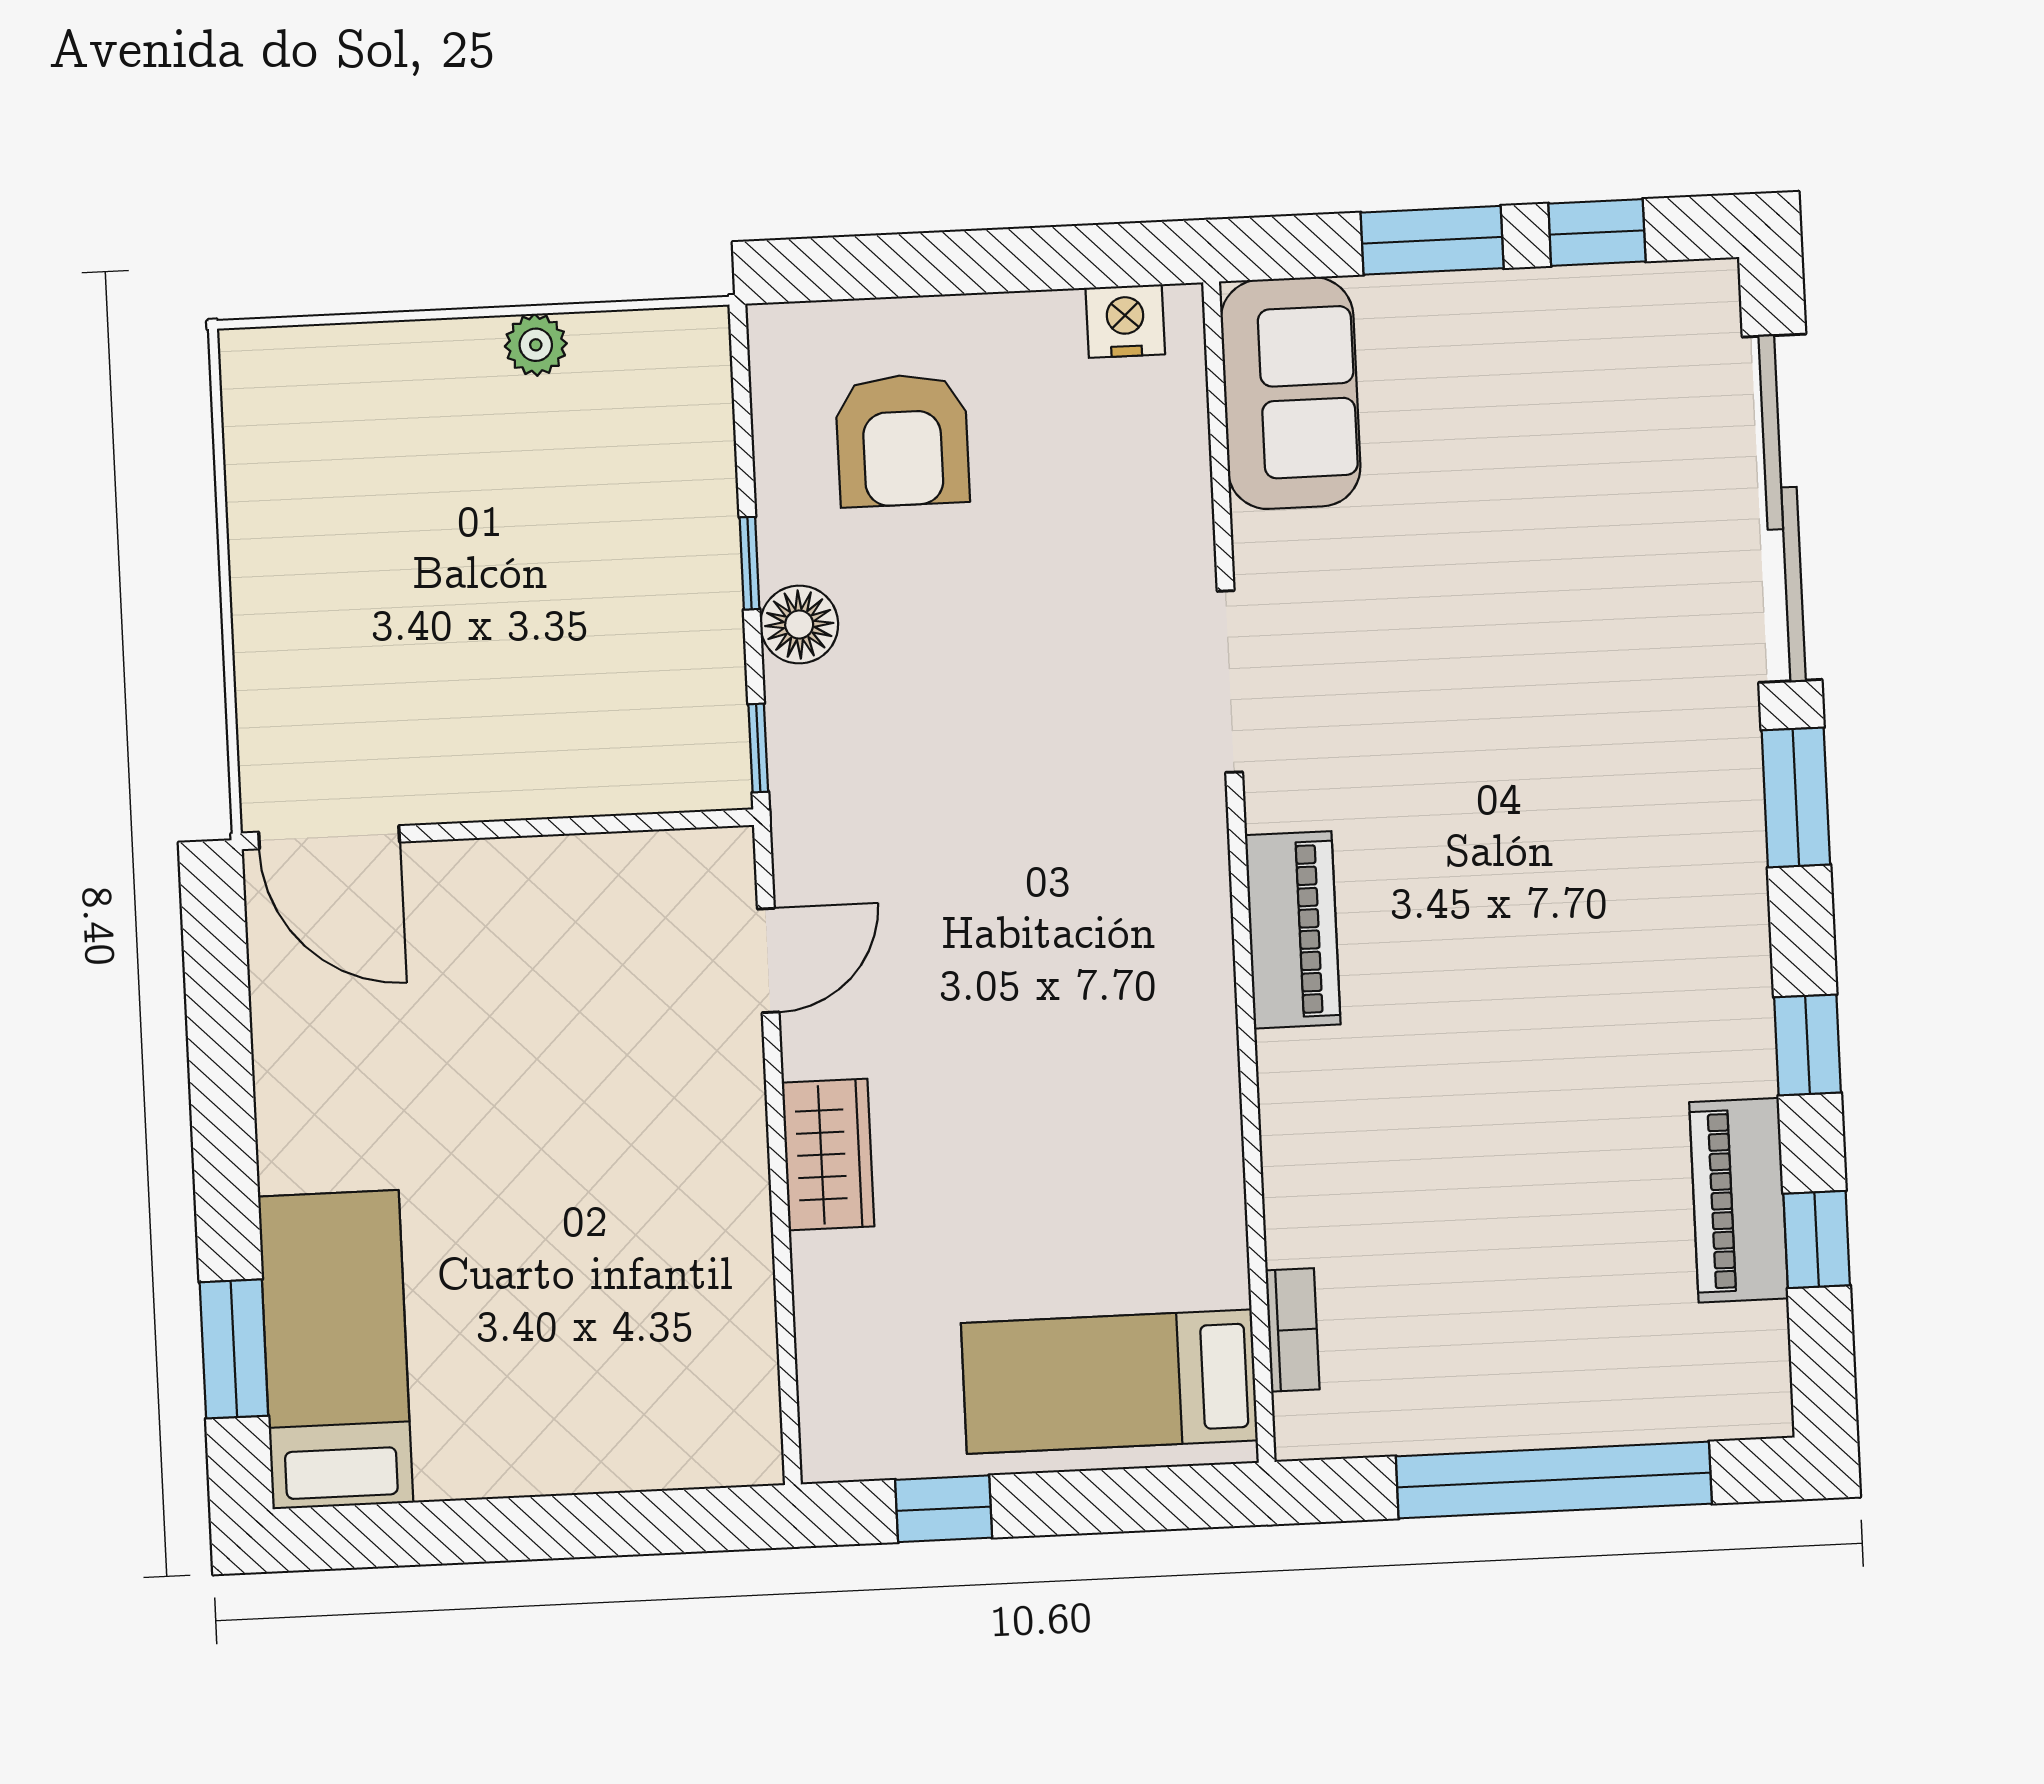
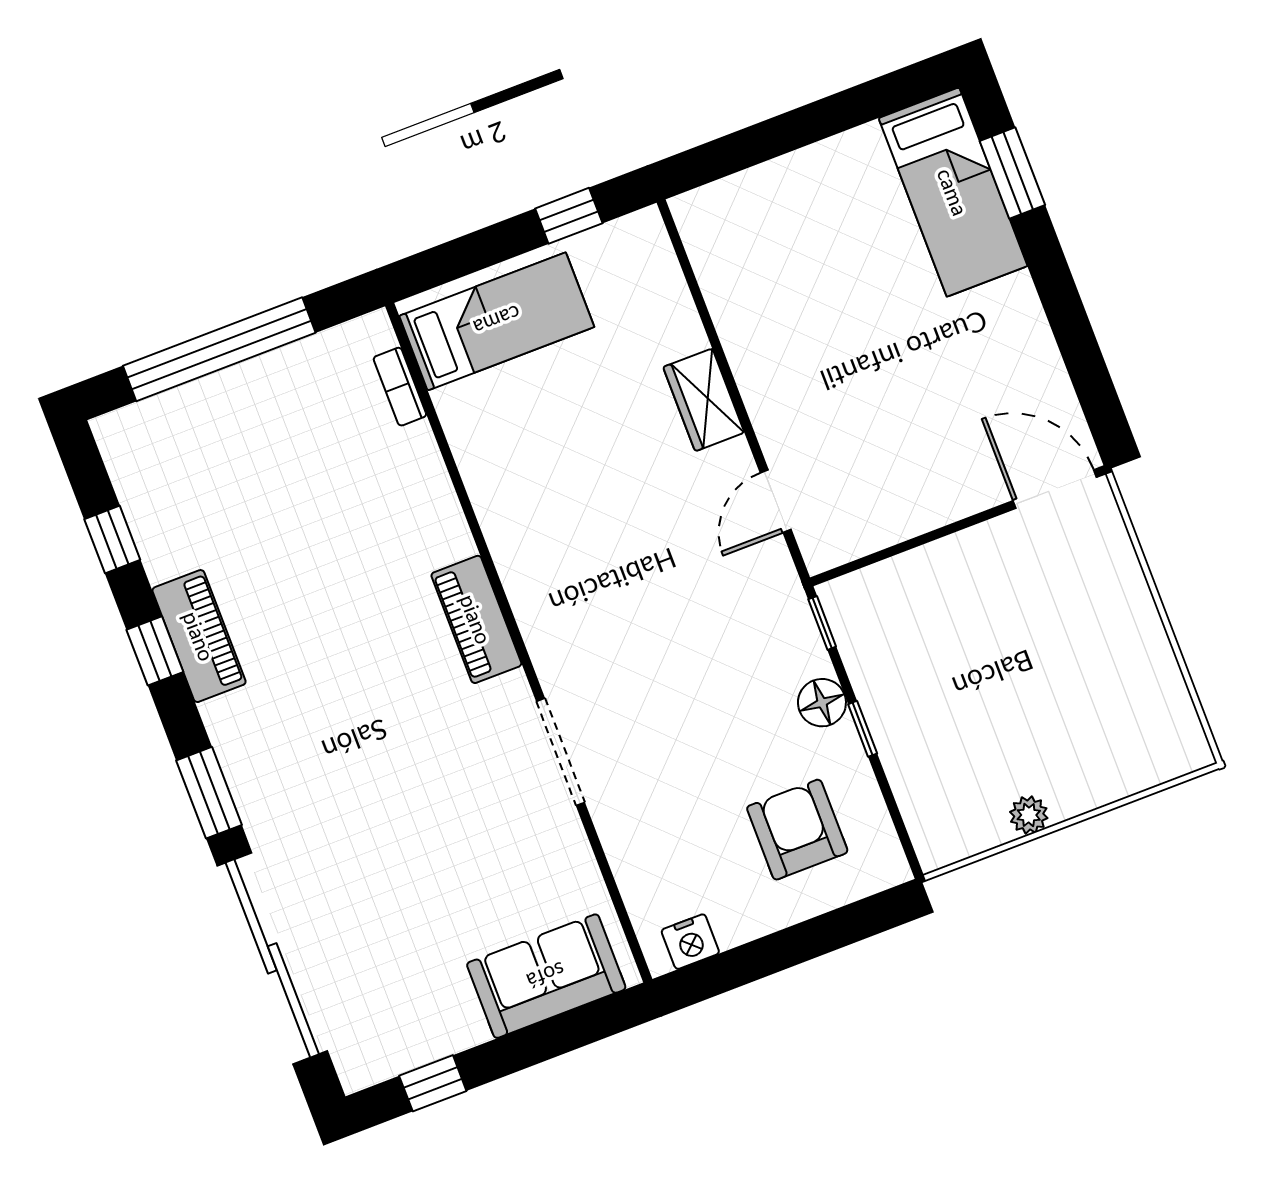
window: (1432, 240) -> (527, 1047), removed
sofa: (1291, 393) -> (546, 976), moved, turned 90
piano: (1739, 1200) -> (199, 636), moved

